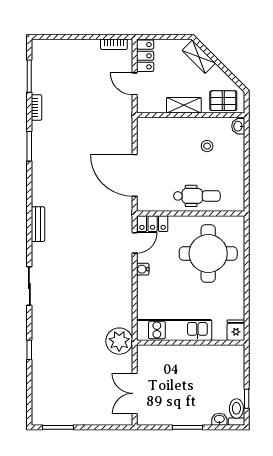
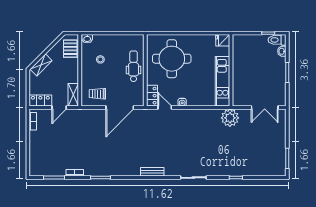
shelving: (184, 105) -> (73, 95), moved
trolley: (155, 142) -> (97, 94), added

